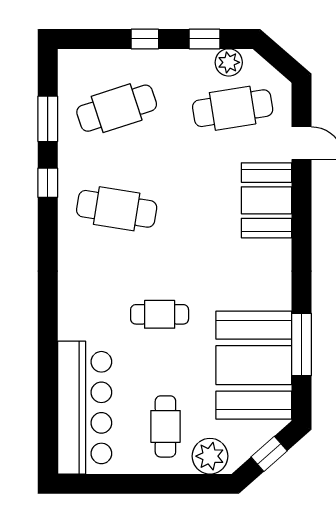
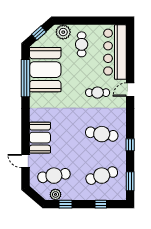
window: (145, 39) -> (101, 204), moved
window: (48, 119) -> (130, 181), moved
cafe table: (160, 314) -> (98, 93), moved
door: (48, 317) -> (130, 90), added
window: (302, 344) -> (26, 78), width x1.46

